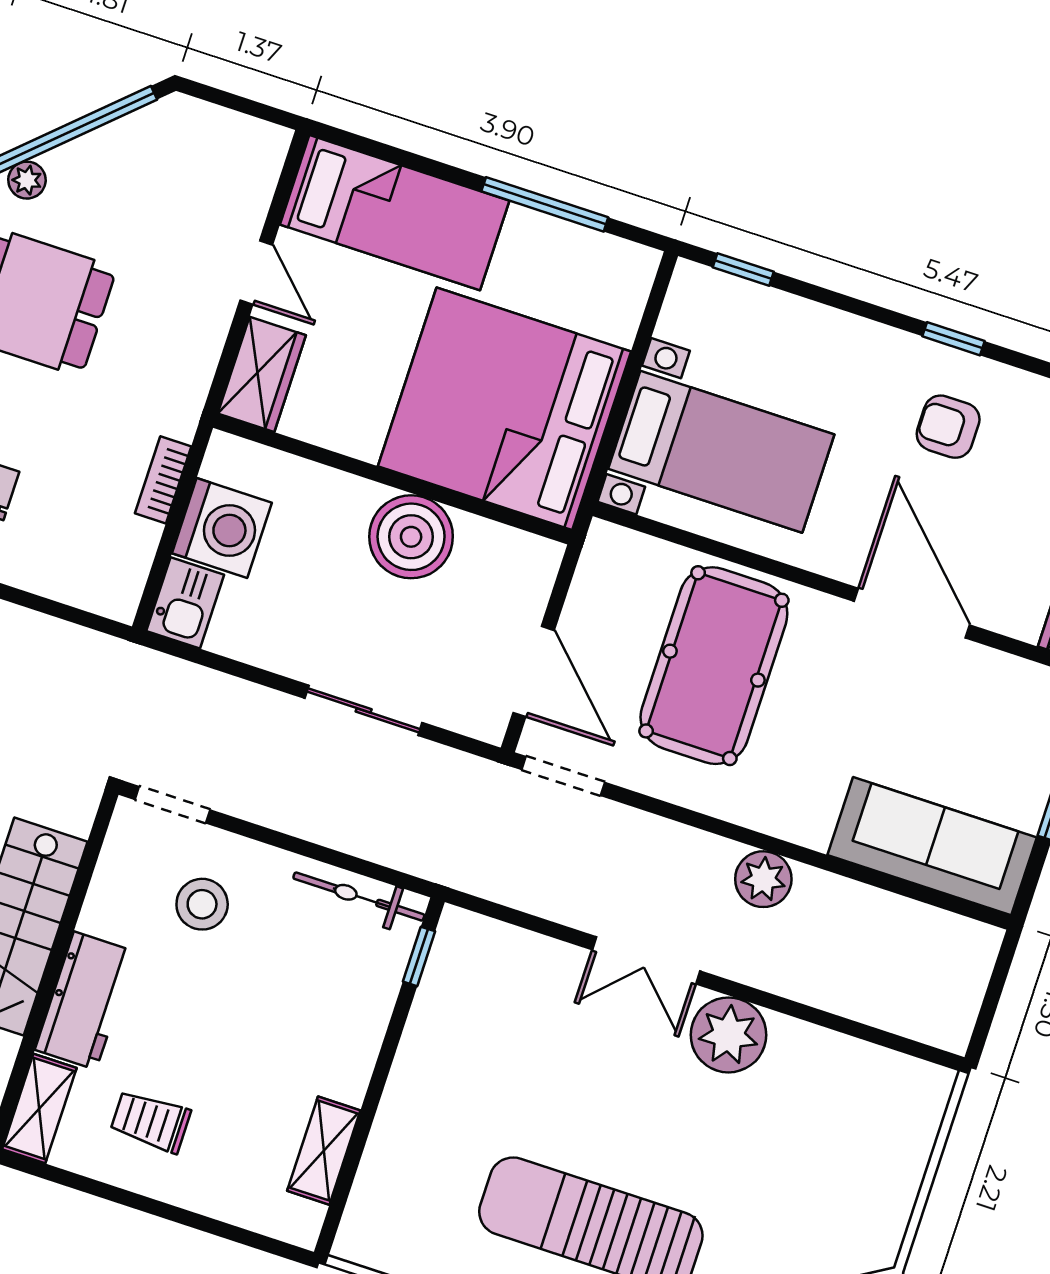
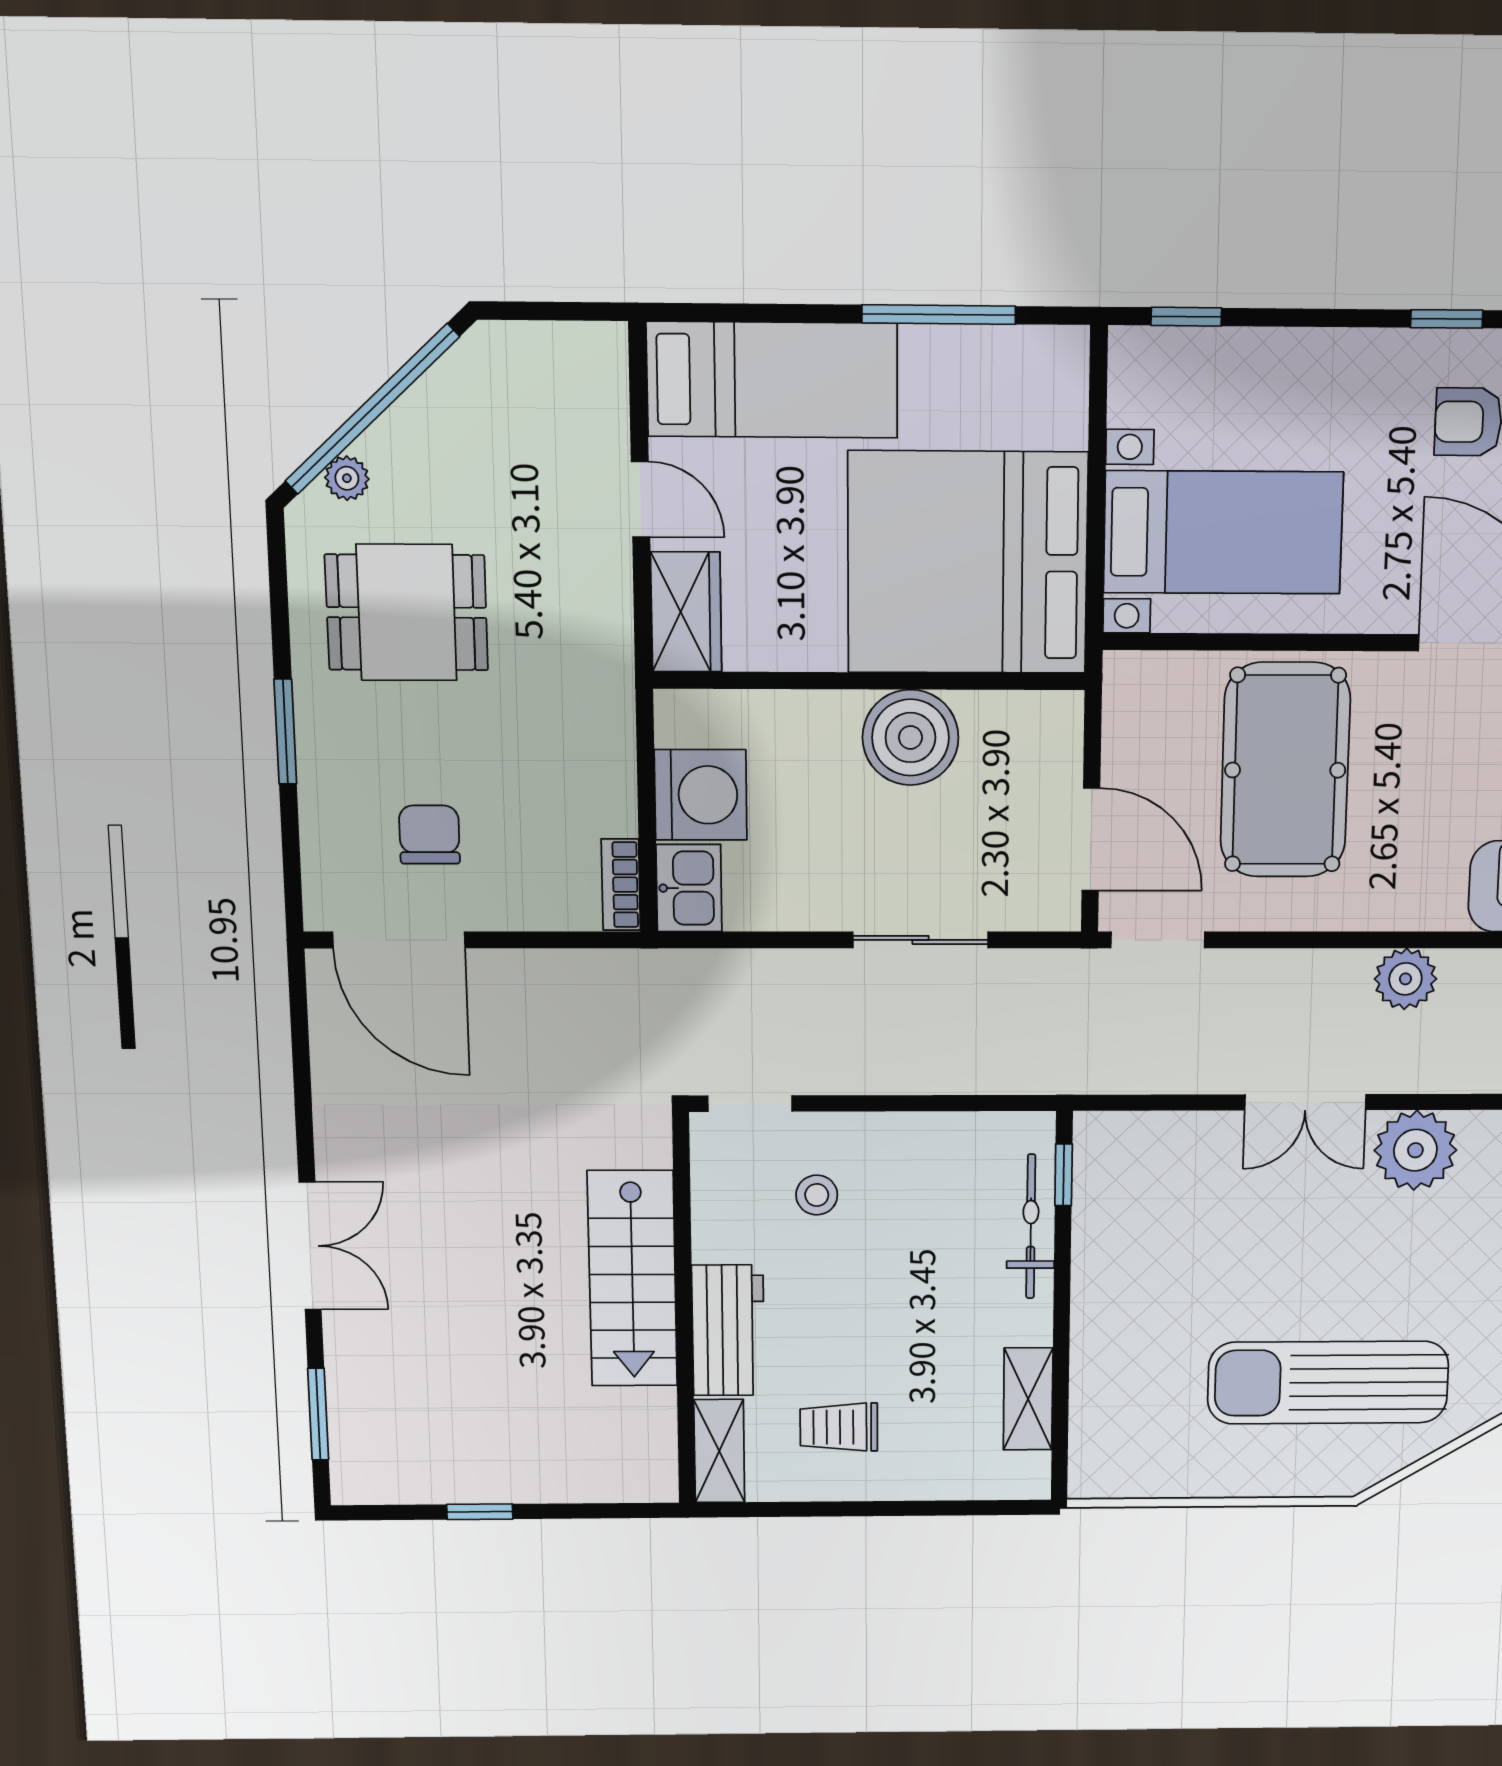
bookcase: (163, 480) -> (621, 885), moved
bicycle: (359, 897) -> (1031, 1226), moved, turned 90
stool: (202, 904) -> (817, 1195), width x0.73, depth x0.73

